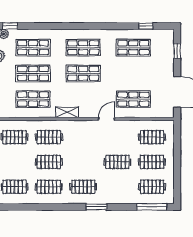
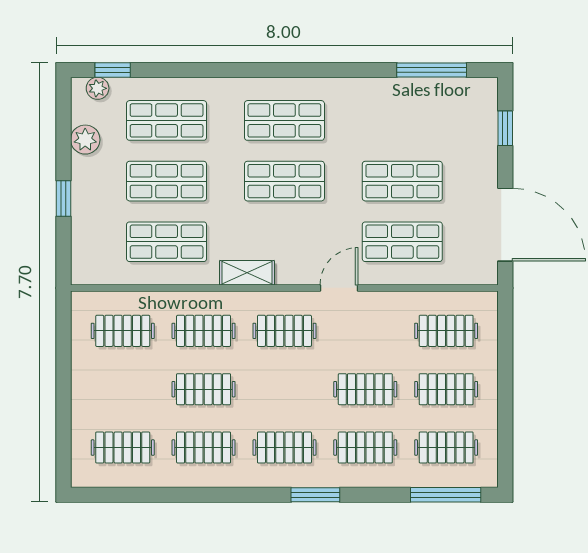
window: (146, 26) -> (432, 70), width x2.17
shop shelf: (133, 48) -> (402, 181), moved
clothes rail: (83, 137) -> (284, 331), added
clothes rail: (118, 187) -> (365, 448), added

